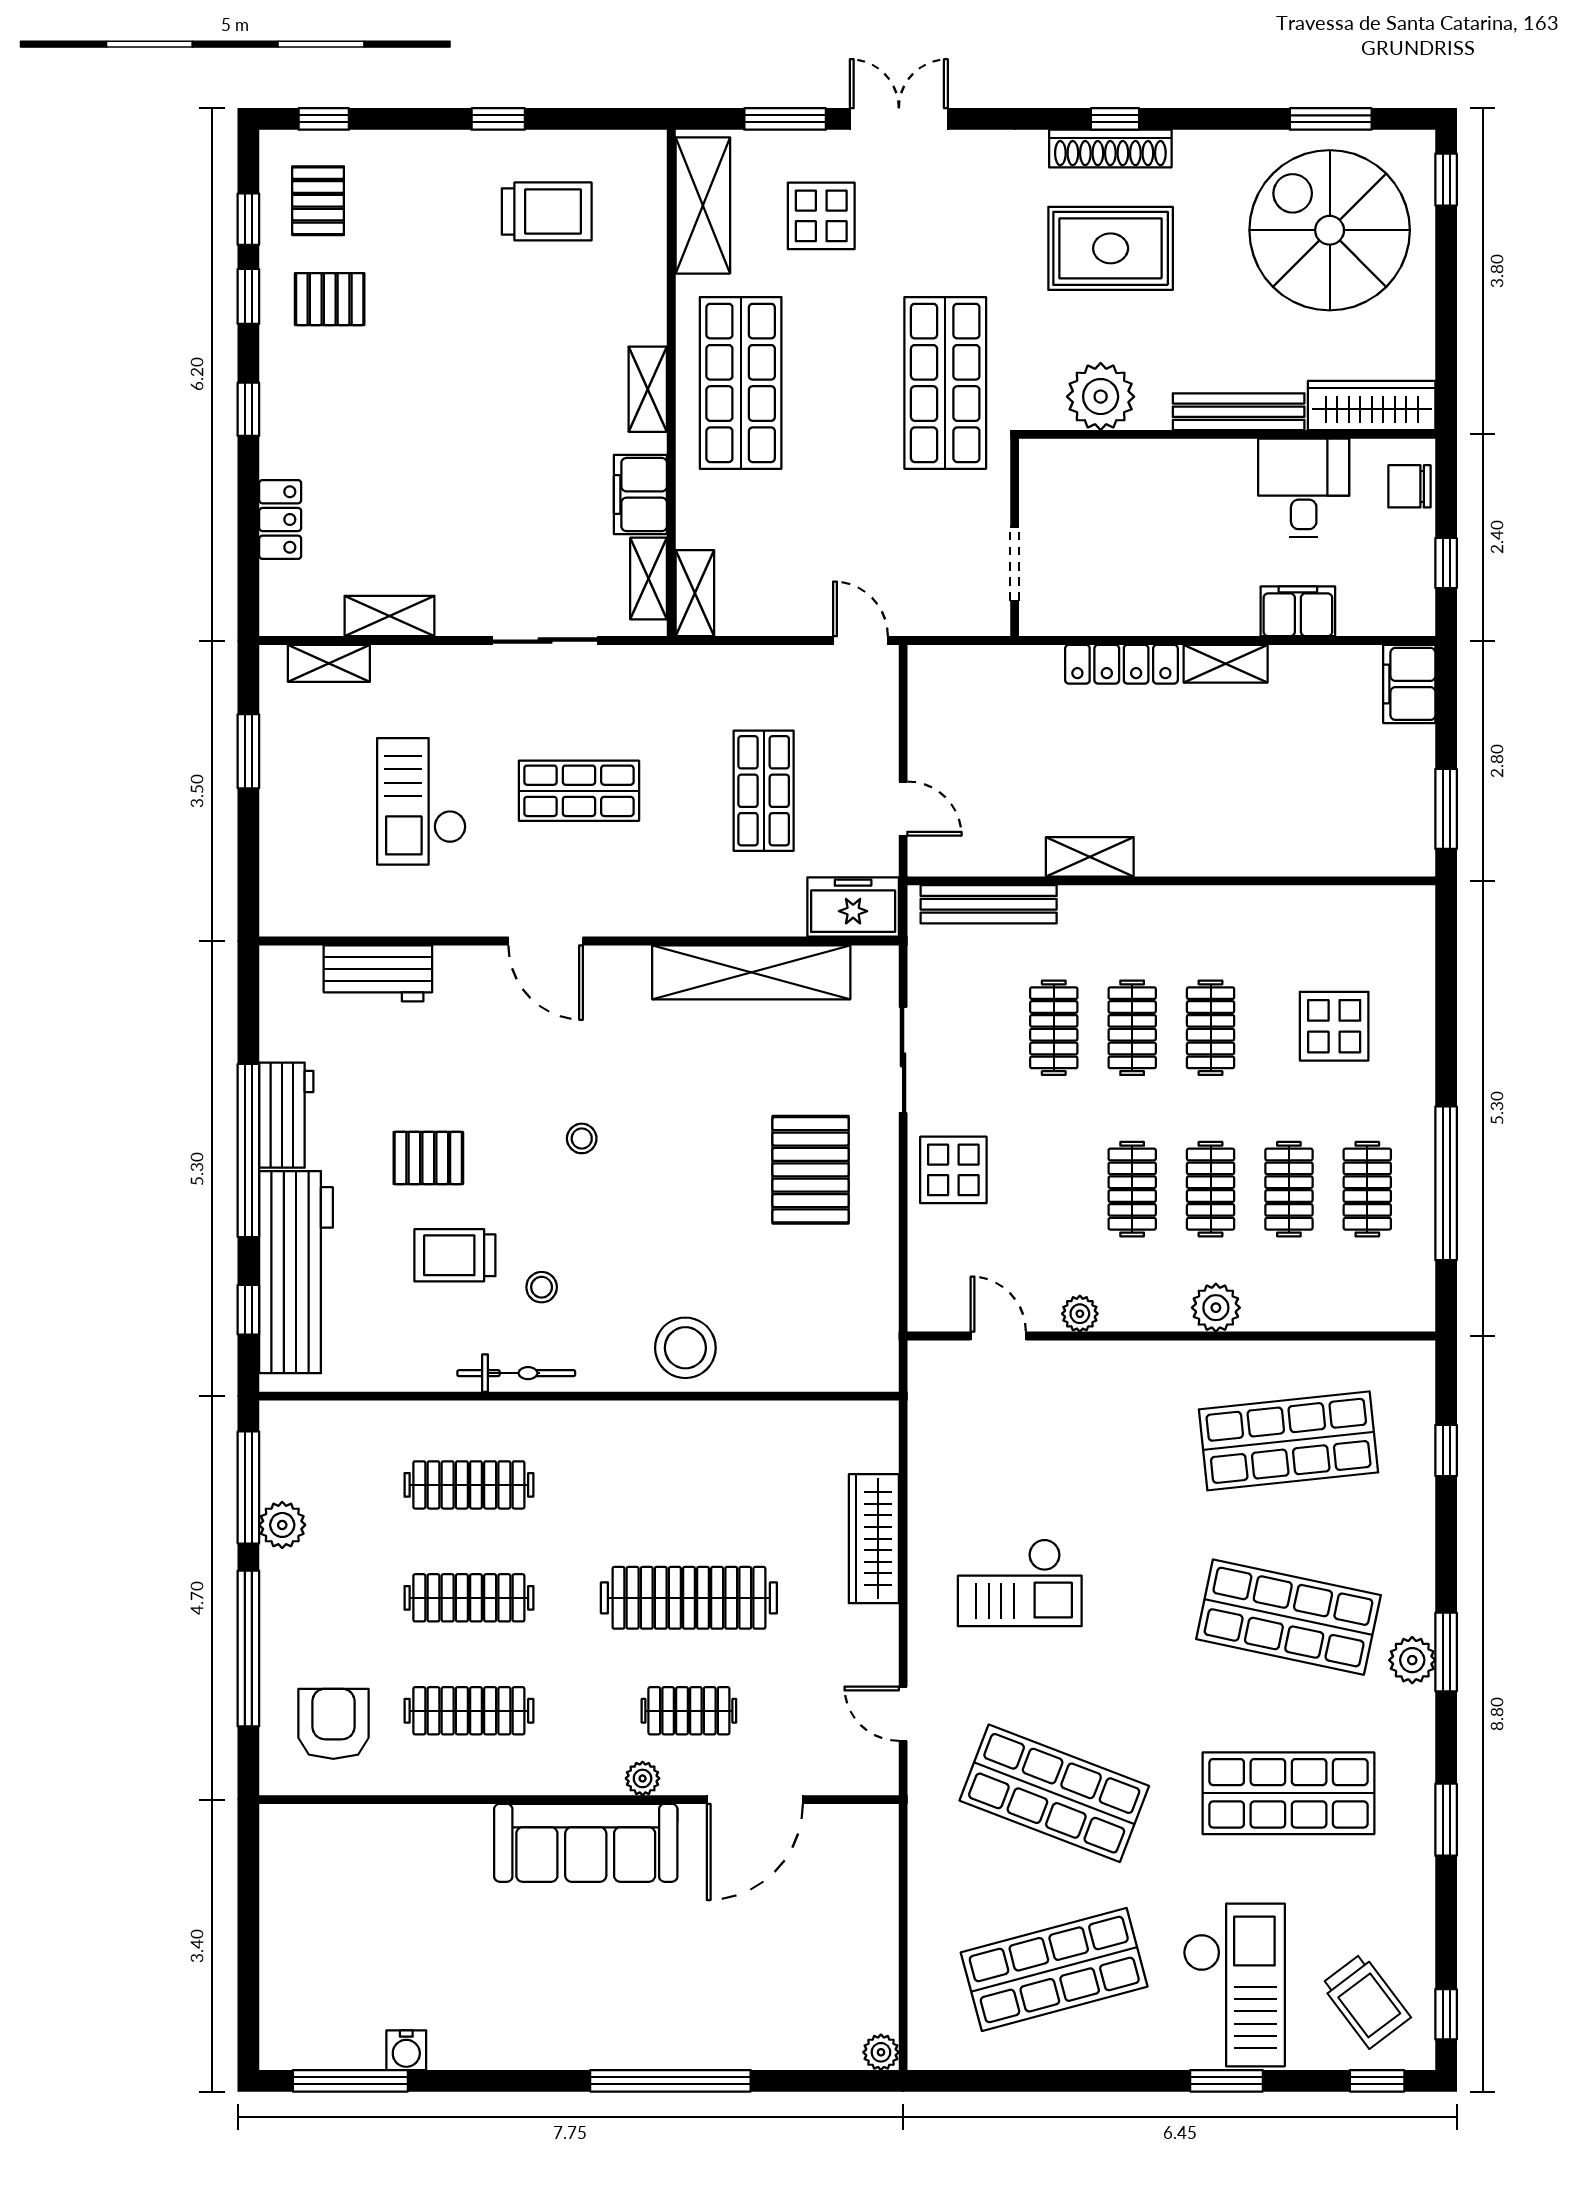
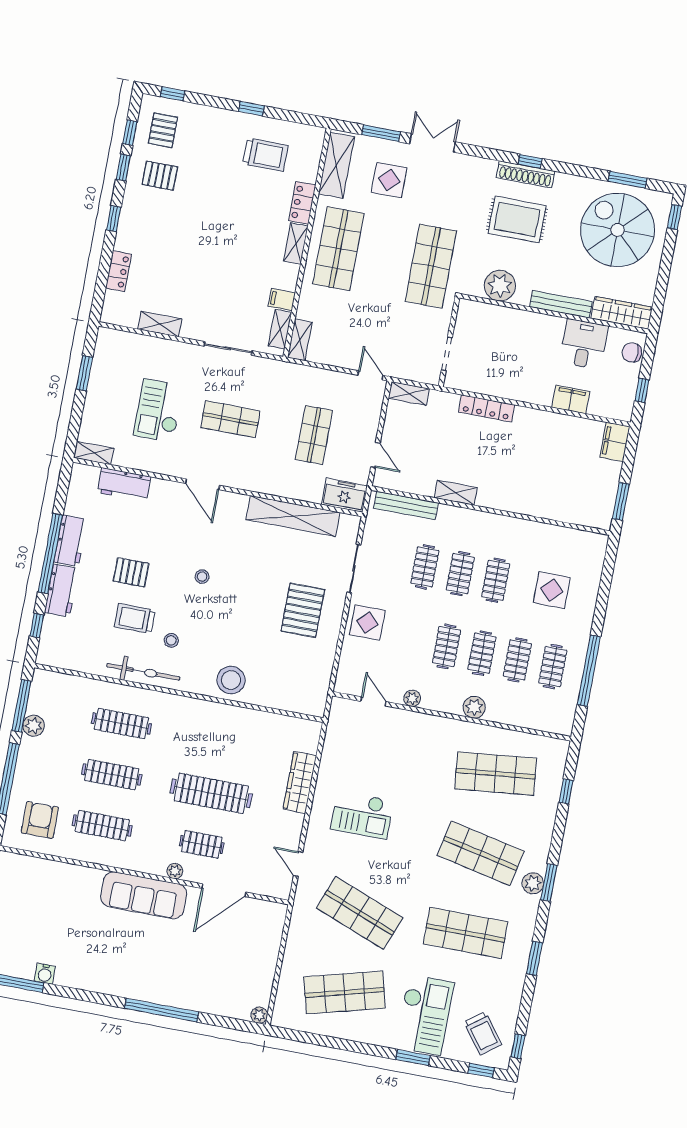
locker: (645, 299) -> (302, 203), added
filing cabinet: (640, 495) -> (282, 300), width x0.50
shelving: (329, 663) -> (94, 453), moved
shelving: (1226, 664) -> (409, 393), moved
workbench: (296, 1272) -> (61, 591), width x0.53, depth x0.76
bicycle: (516, 1373) -> (143, 672), width x1.37, depth x1.40

